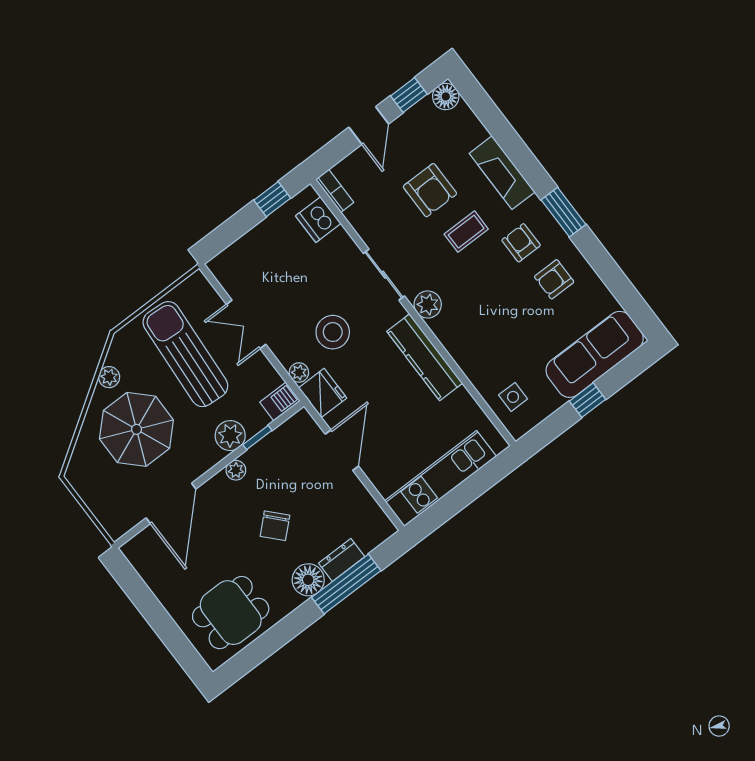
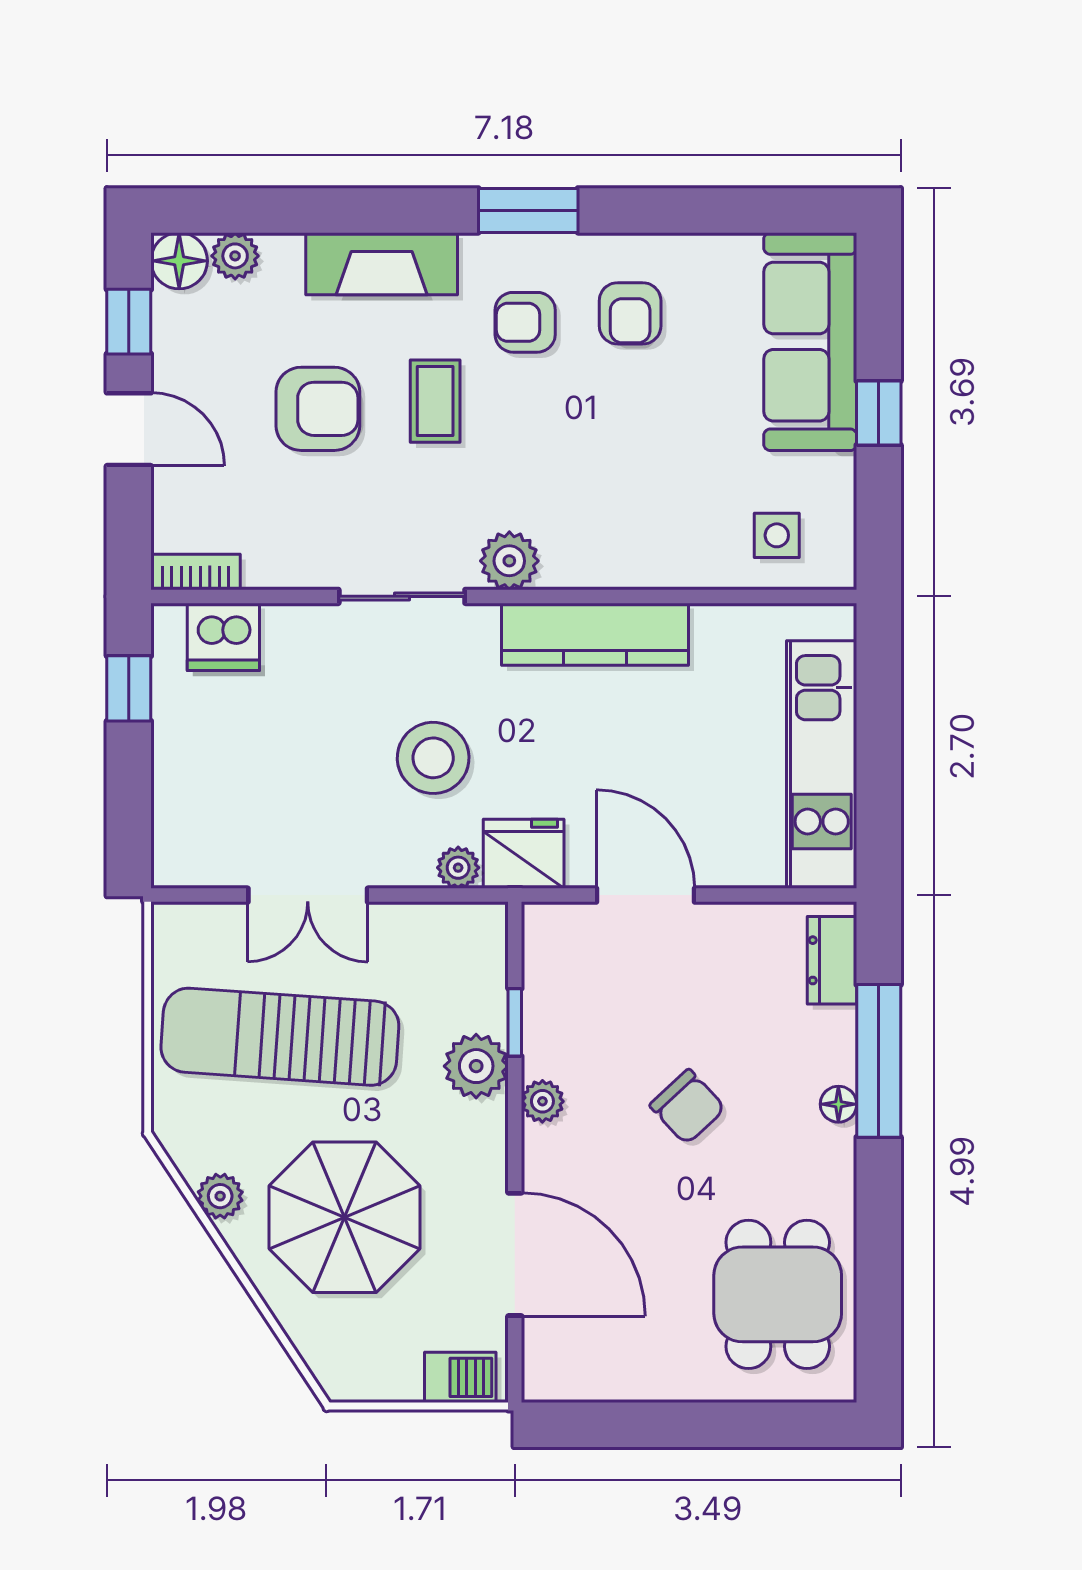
plant: (463, 116) -> (235, 256), added
barbecue: (280, 402) -> (460, 1377), moved, turned 90
dresser: (342, 560) -> (832, 960), moved
floor lamp: (308, 580) -> (838, 1104), width x0.53, depth x0.53

